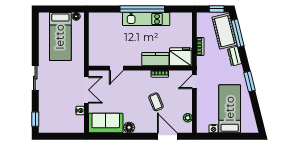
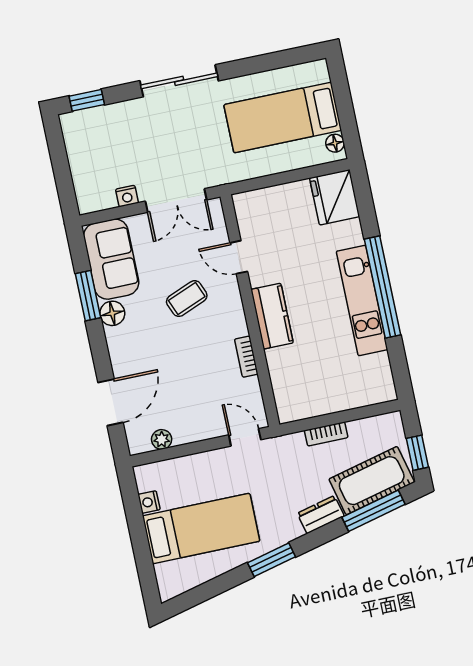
fridge: (180, 57) -> (335, 197), moved, turned 180
kitchen counter: (155, 59) -> (272, 316), moved
sliding door: (35, 78) -> (179, 81), width x1.37
coffee table: (156, 102) -> (187, 299), moved
window: (119, 136) -> (88, 296), added

